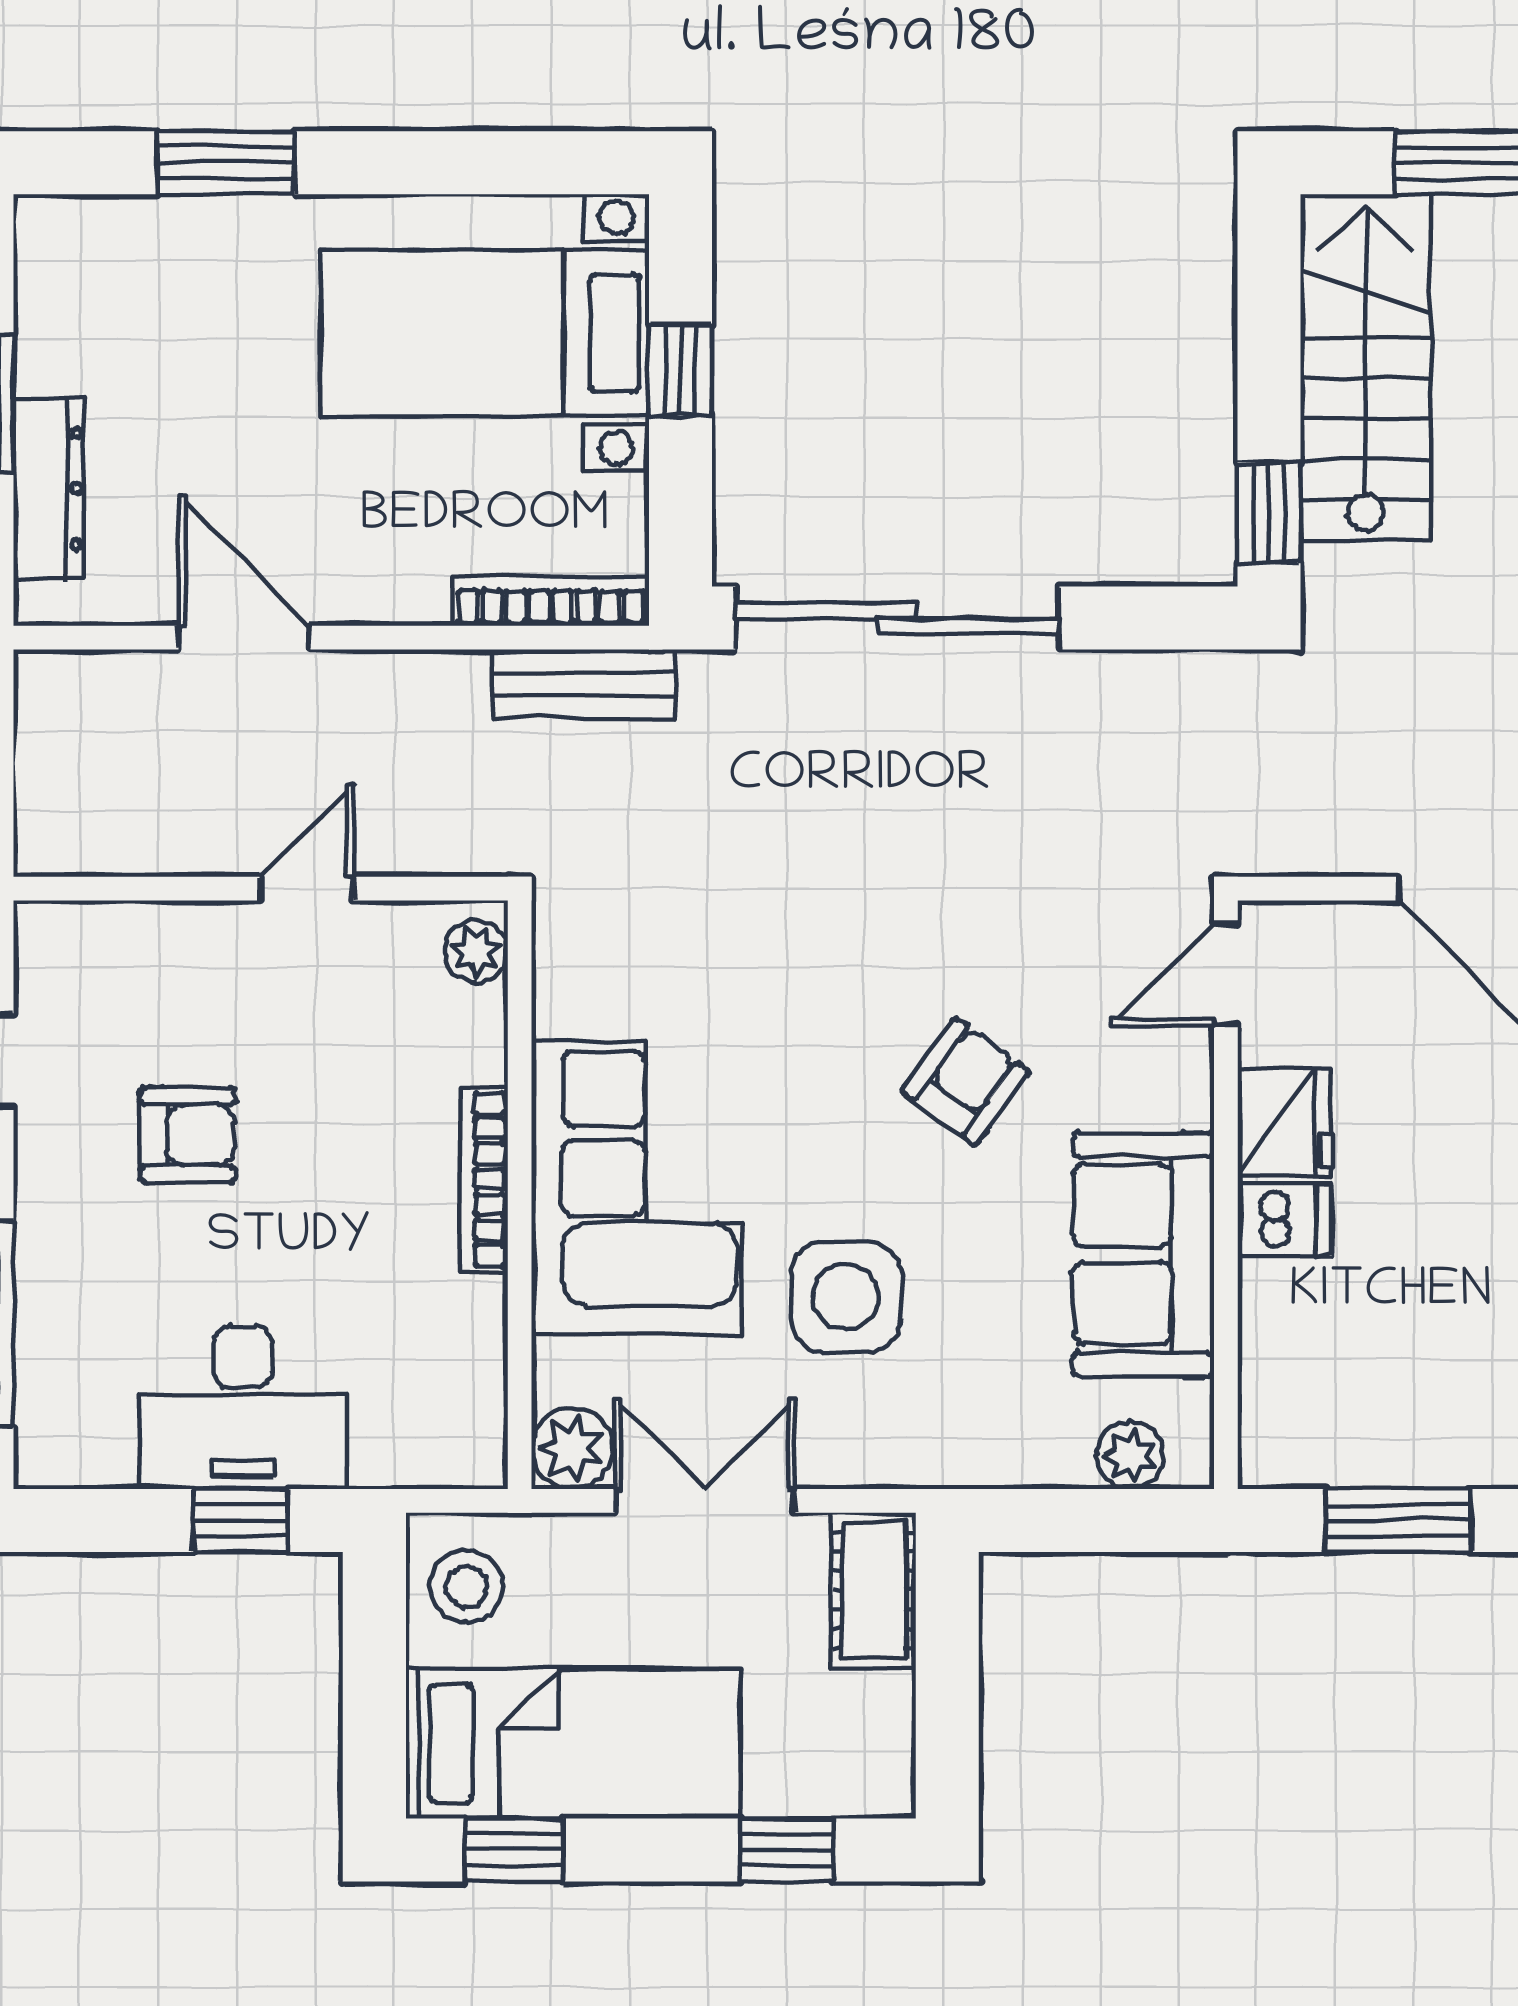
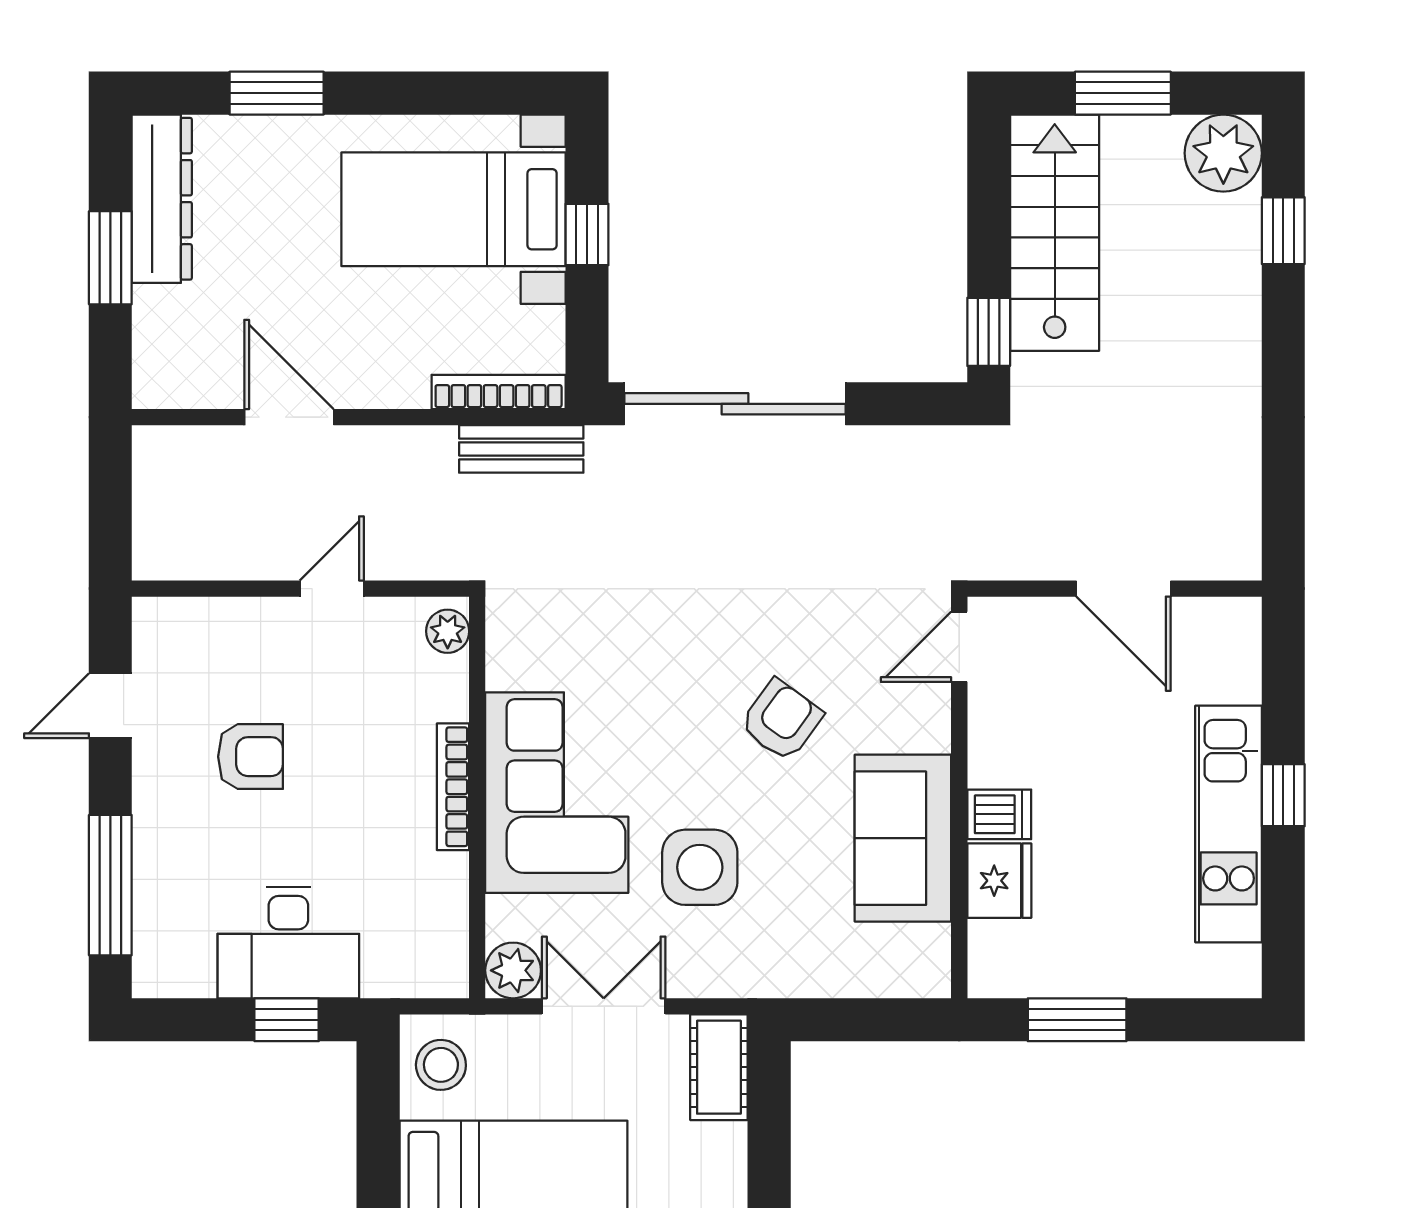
dresser: (49, 488) -> (162, 199), moved, width x1.37, depth x1.24
fridge: (1285, 1122) -> (999, 881), moved
plant: (1130, 1456) -> (894, 975), removed

